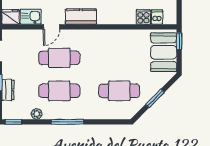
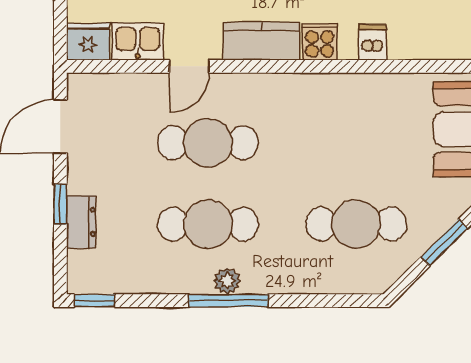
cooker: (143, 17) -> (320, 42), moved
dishwasher: (157, 17) -> (373, 42), moved
plant: (37, 114) -> (227, 281), moved

